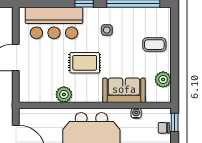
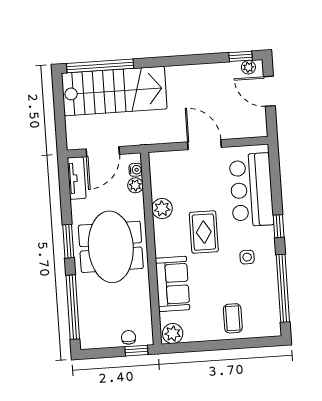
plant: (163, 79) -> (173, 334), moved
water cooler: (136, 113) -> (136, 170), moved
plant: (44, 114) -> (135, 185), added

